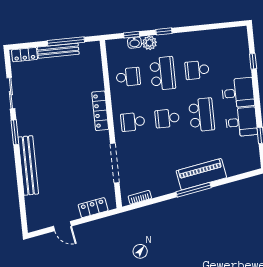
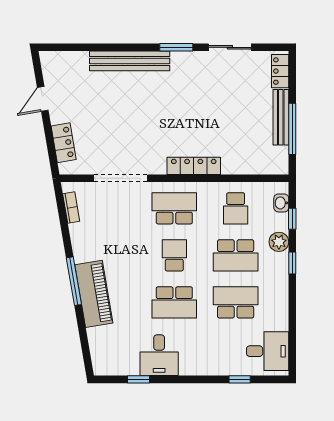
washbasin: (135, 43) -> (281, 203), moved
school desk: (197, 70) -> (236, 302), width x1.85
desk: (238, 93) -> (268, 351), moved, turned -90
school desk: (133, 122) -> (174, 208), width x1.85

